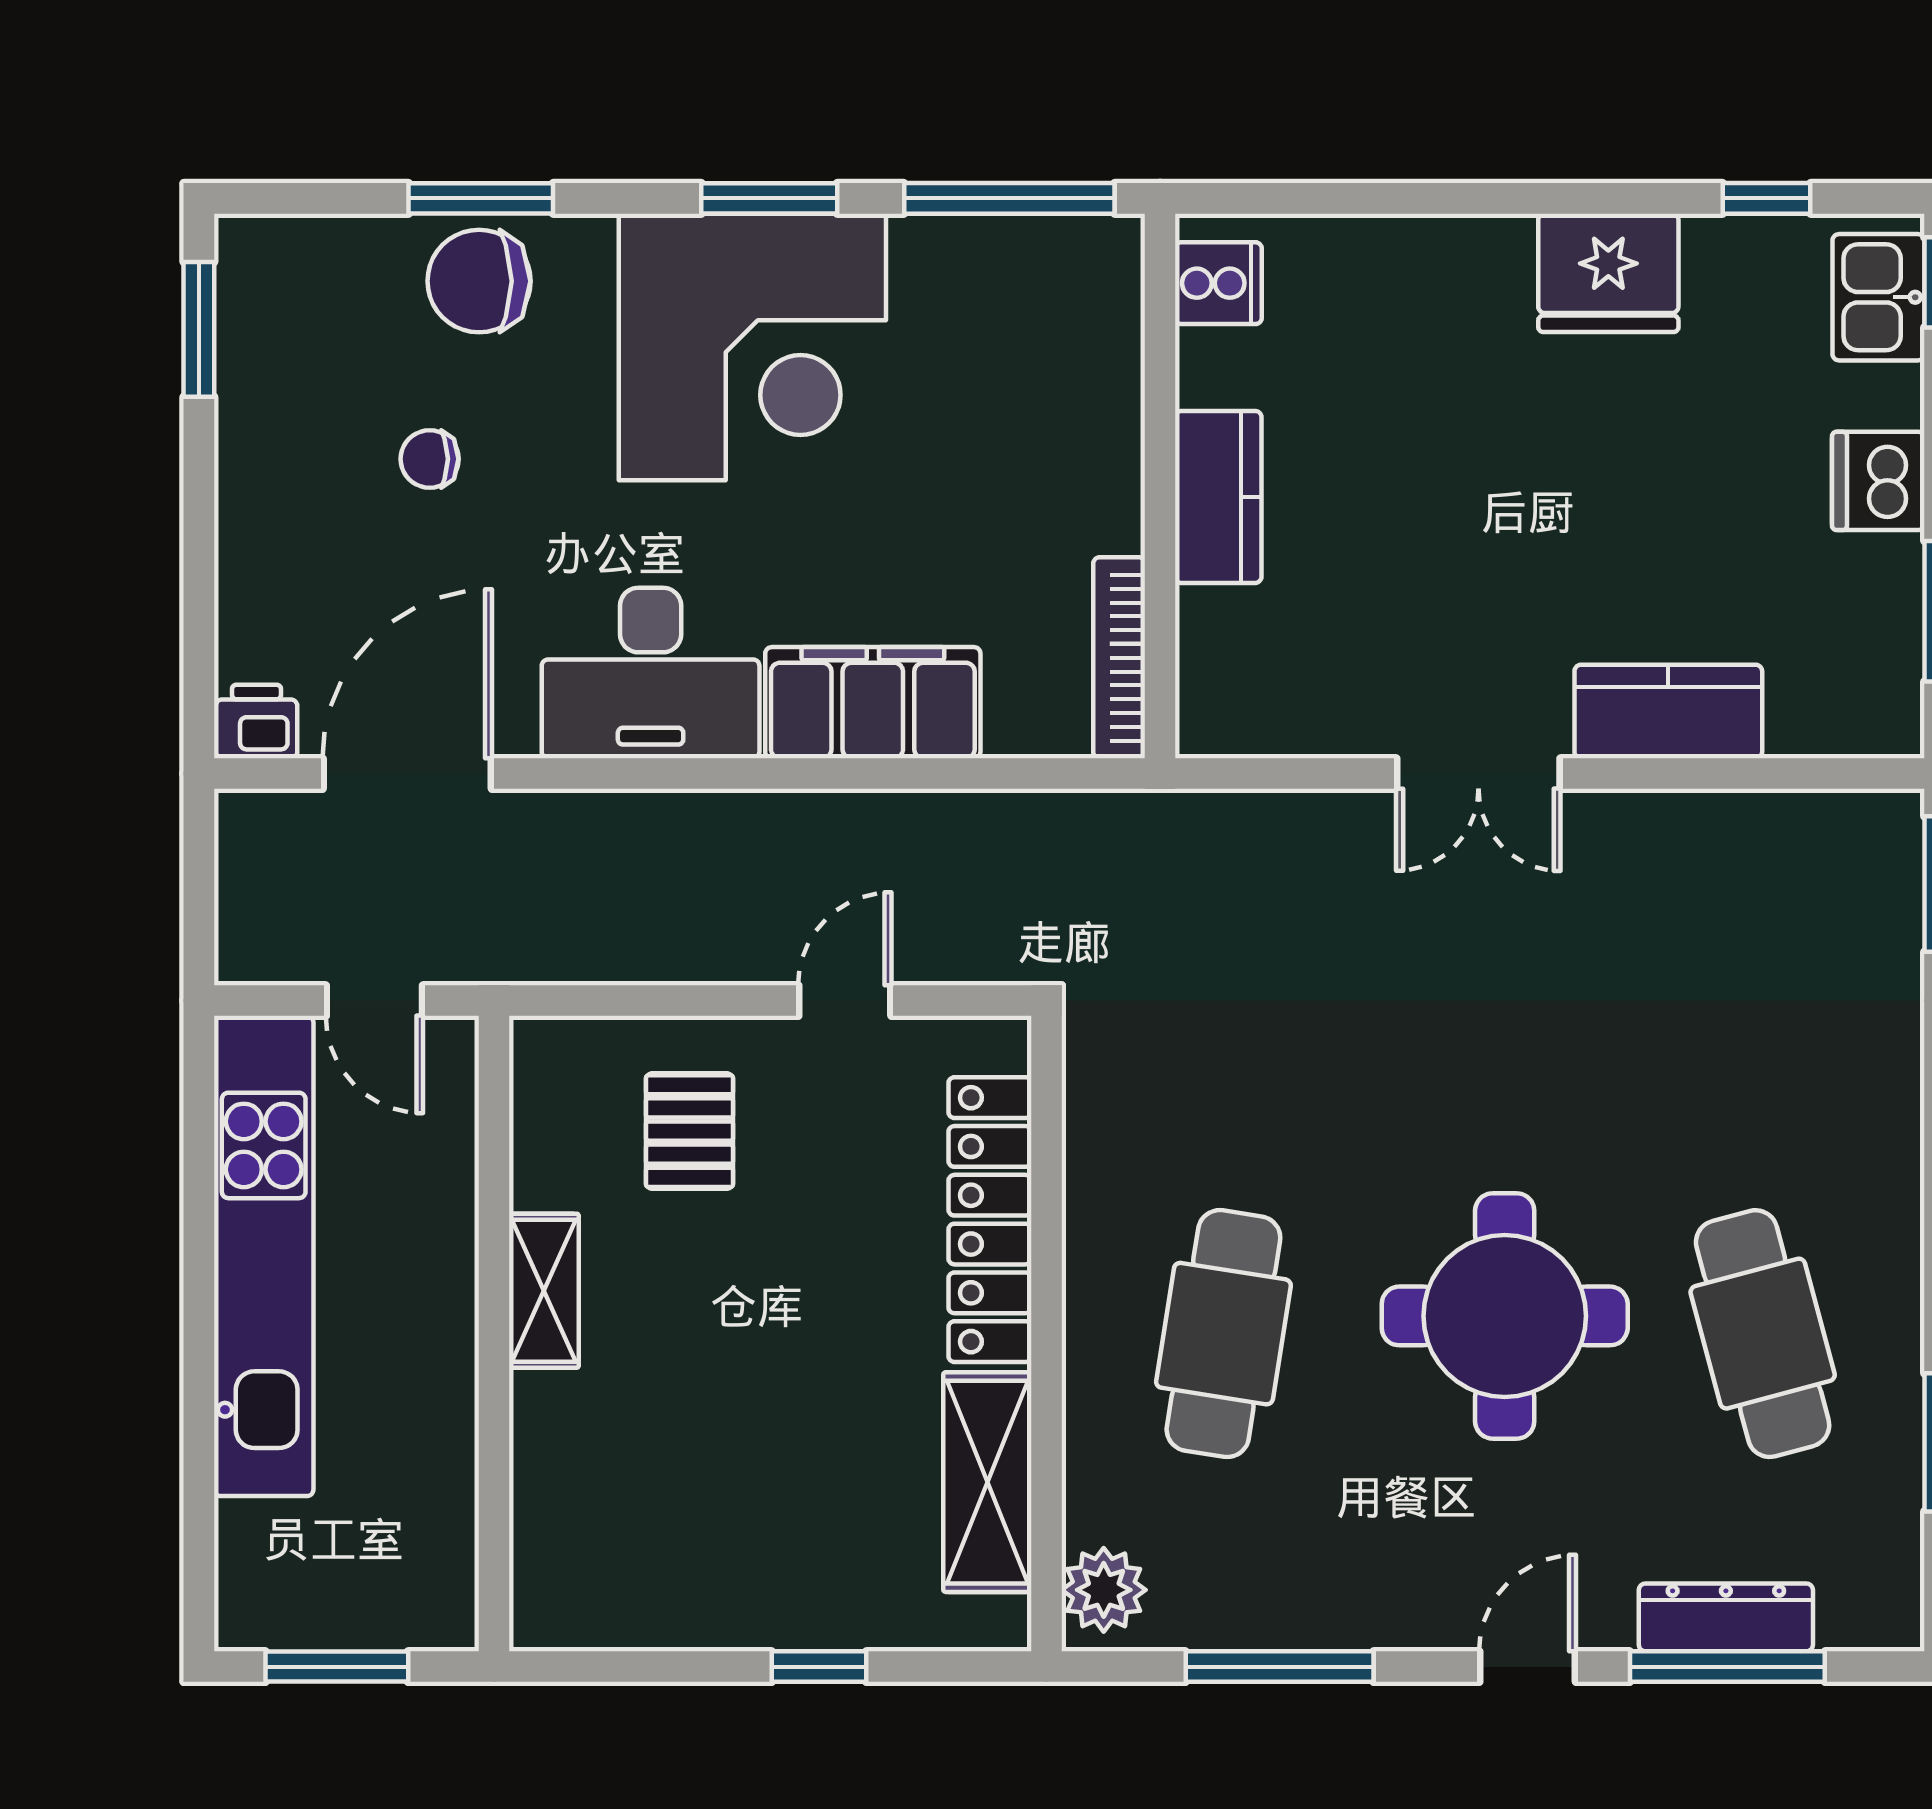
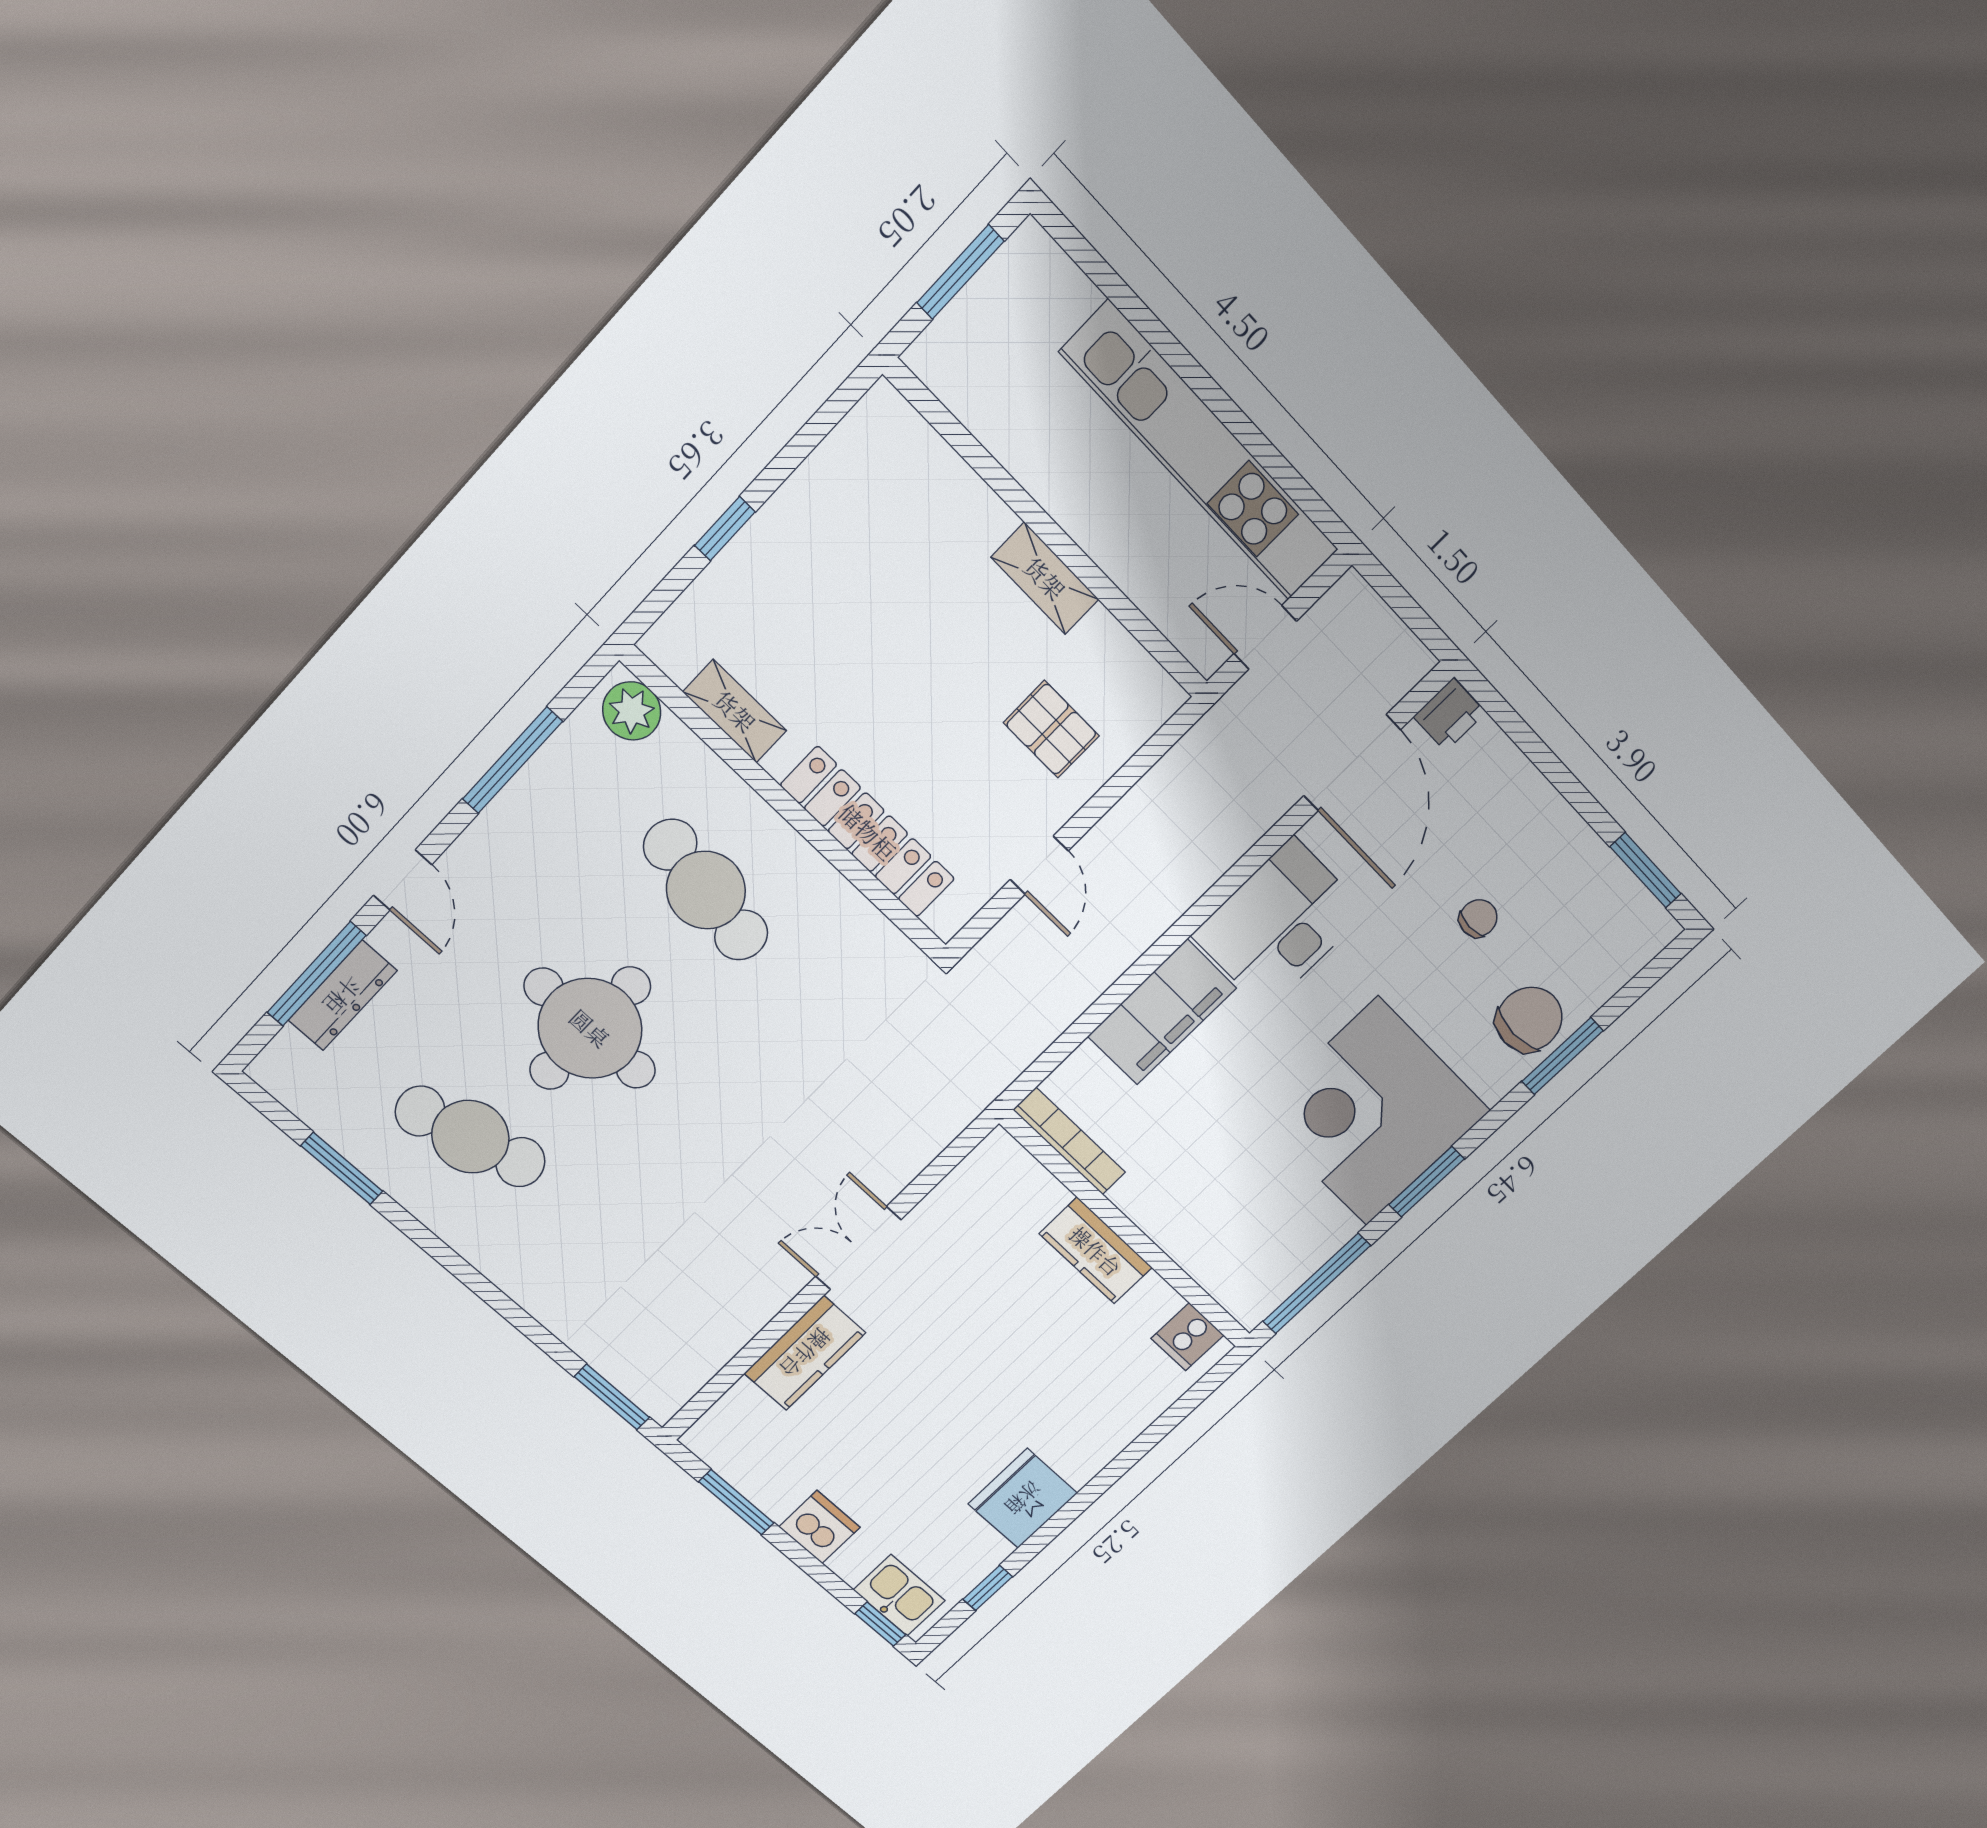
shelving: (987, 1482) -> (735, 711), width x0.67, depth x0.75

